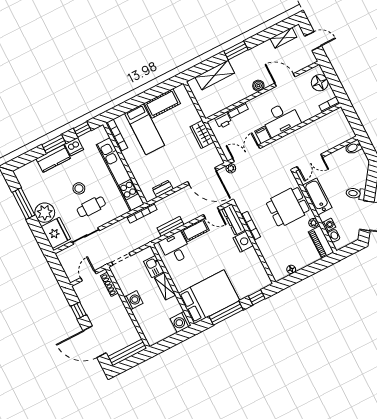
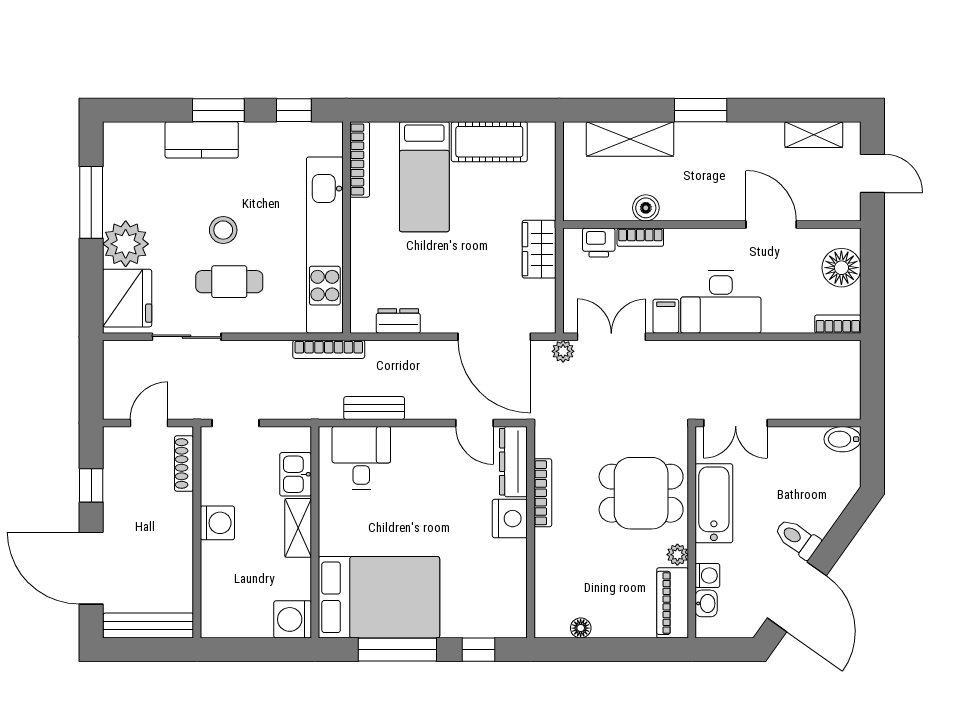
boiler: (258, 86) -> (646, 208), moved
dishwasher: (74, 147) -> (258, 138), removed
cot: (195, 230) -> (422, 442), removed

